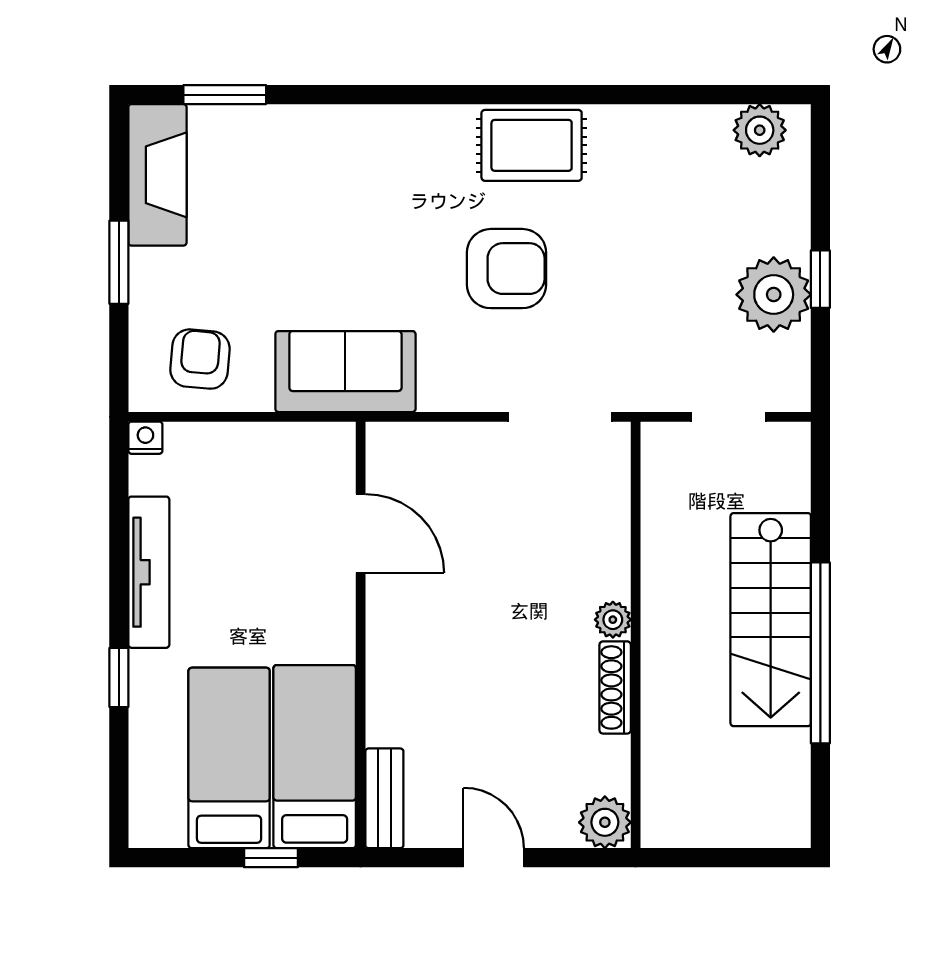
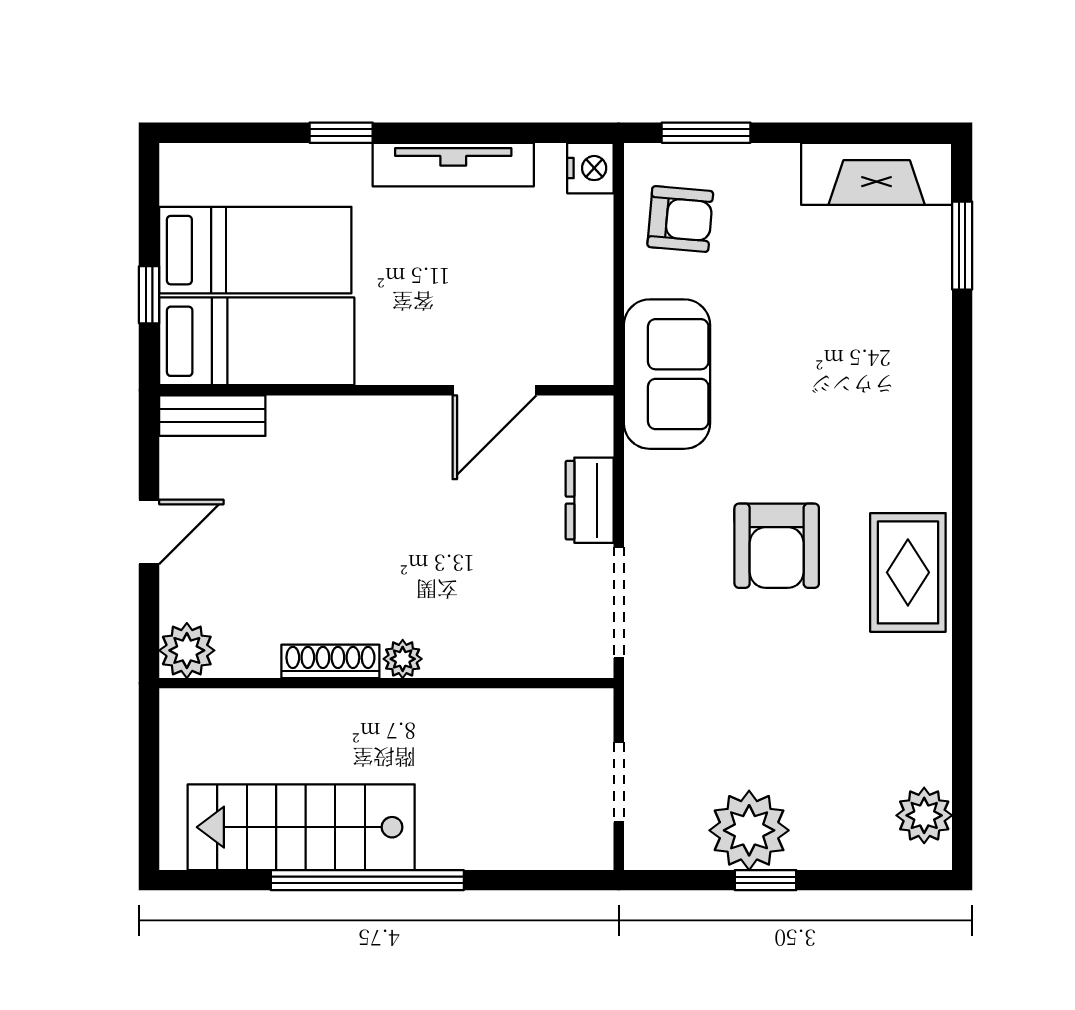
window: (119, 262) -> (706, 133), moved
nightstand: (145, 438) -> (590, 168), width x1.39, depth x1.35
dresser: (464, 444) -> (590, 500), added
stairs: (771, 620) -> (301, 827), moved

